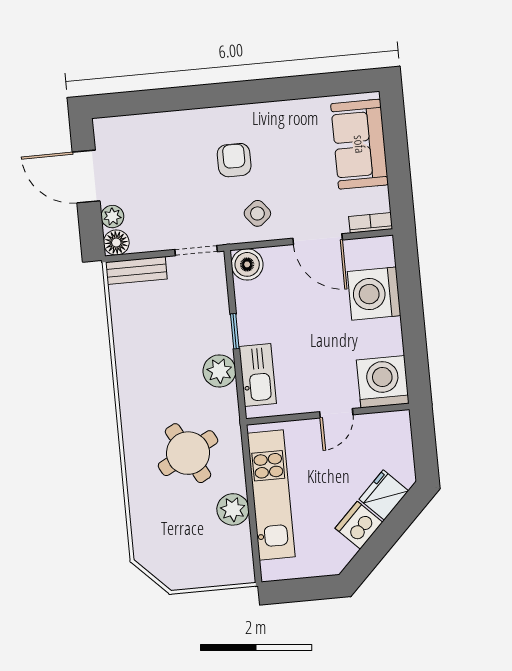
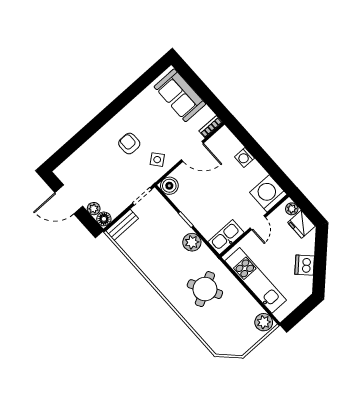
washing machine: (374, 294) -> (244, 158), width x0.53, depth x0.53
kitchen sink: (258, 375) -> (226, 237), moved, turned -90
plant: (401, 430) -> (292, 209), added
fridge: (384, 495) -> (301, 224), moved, turned -45
plant: (233, 509) -> (264, 322), moved

